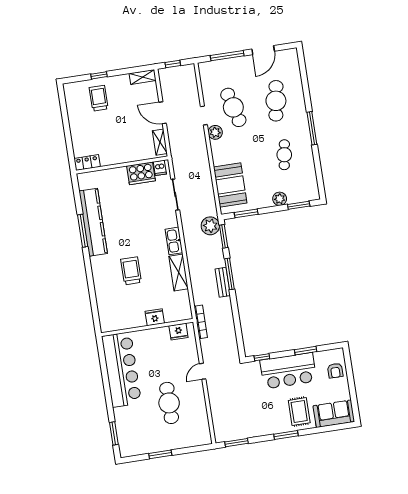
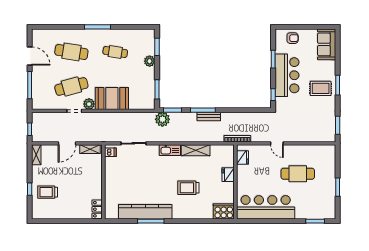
cooker: (141, 173) -> (224, 211), moved, turned -90
booth: (230, 185) -> (112, 99), moved
rug: (299, 412) -> (321, 88), moved

